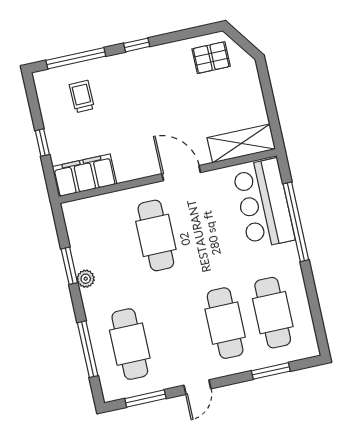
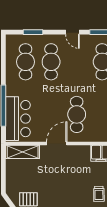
door: (181, 173) -> (57, 143), swing flipped
door: (197, 387) -> (72, 32), swing flipped

